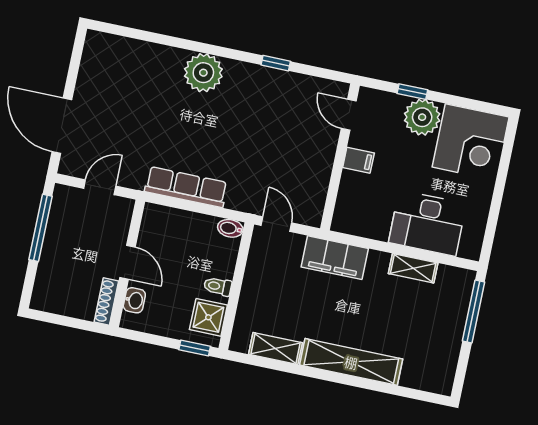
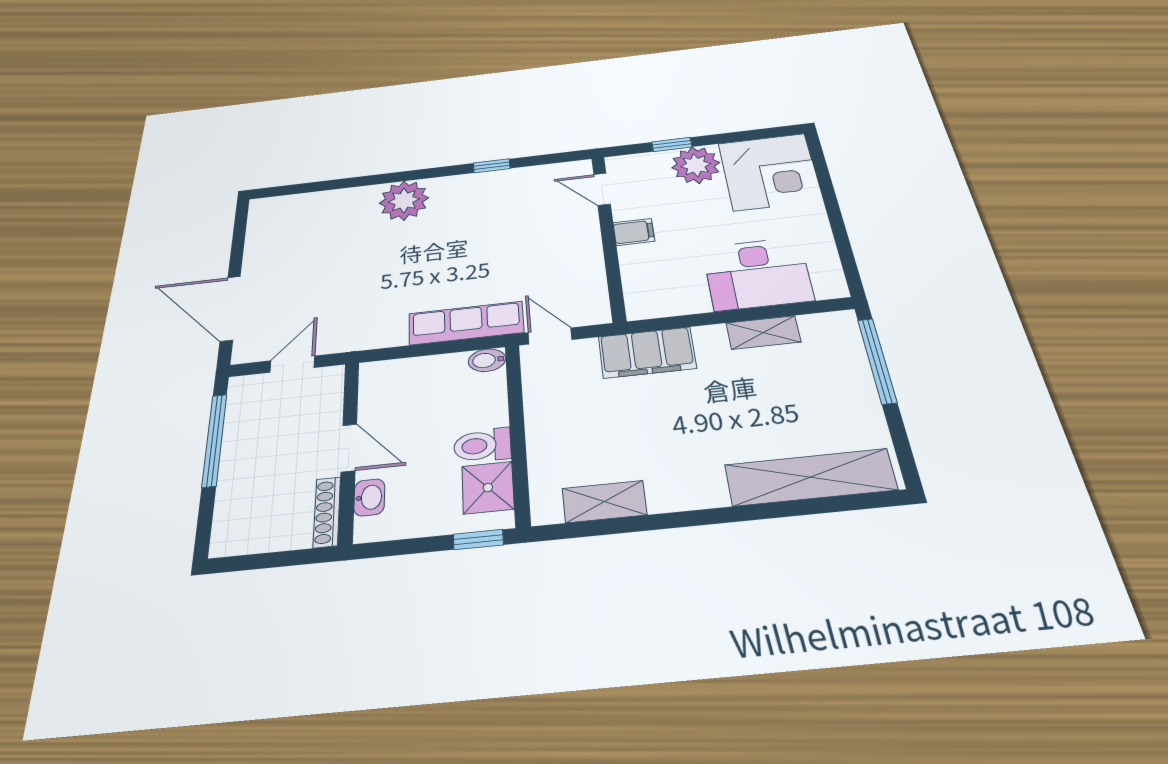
row of seats: (186, 187) -> (466, 323), moved
toilet: (218, 286) -> (482, 445), width x1.37, depth x1.39
shelving: (351, 362) -> (810, 477), moved

